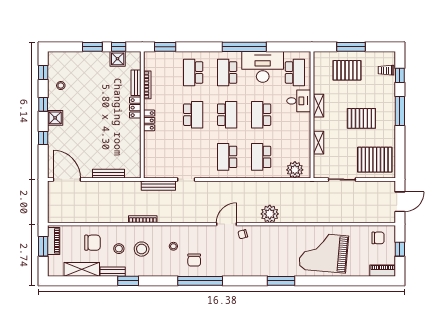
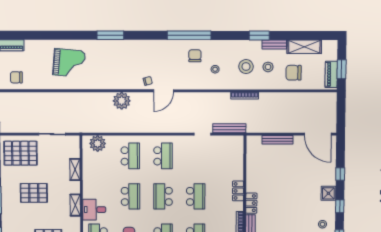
school desk: (193, 115) -> (196, 196), turned 180
grand piano: (324, 253) -> (69, 63), width x0.73, depth x0.68

